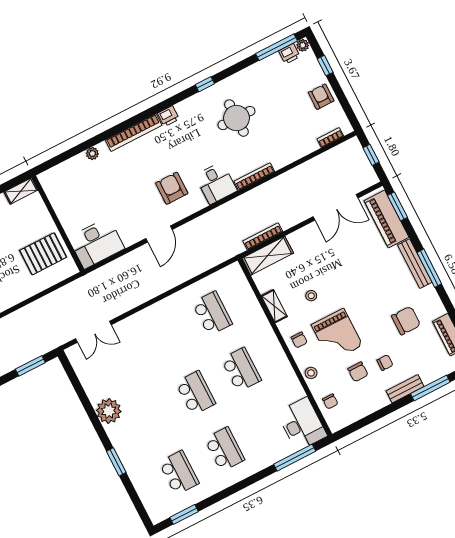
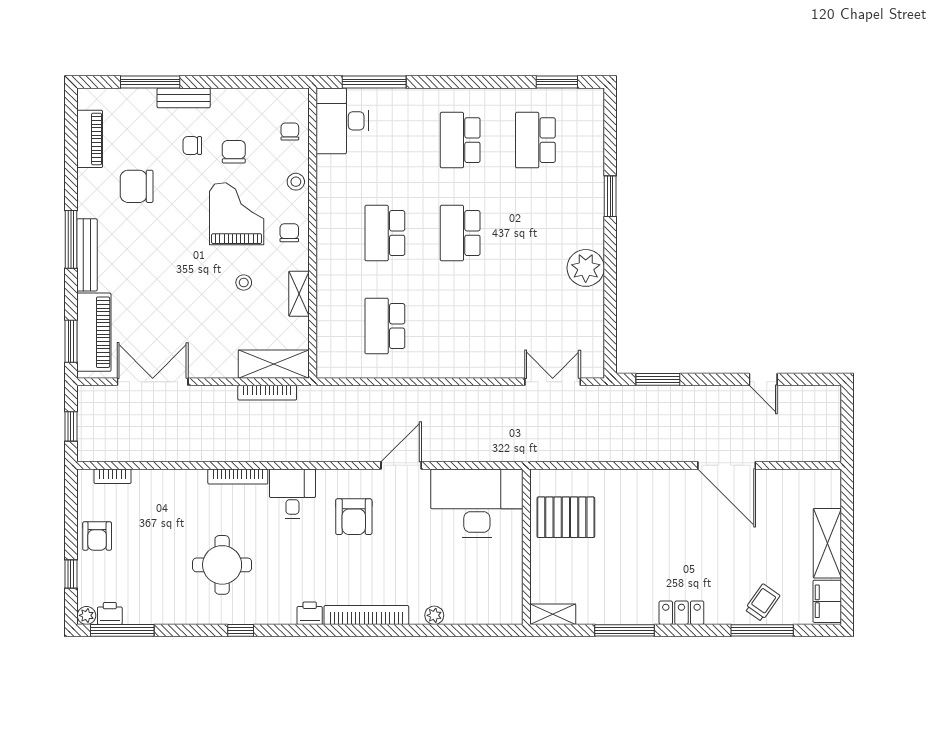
desk: (96, 243) -> (477, 503), width x1.36, depth x1.30

